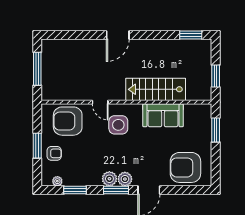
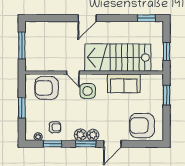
stairs: (156, 89) -> (118, 58), width x1.36, depth x1.51
armchair: (54, 153) -> (55, 127), moved

